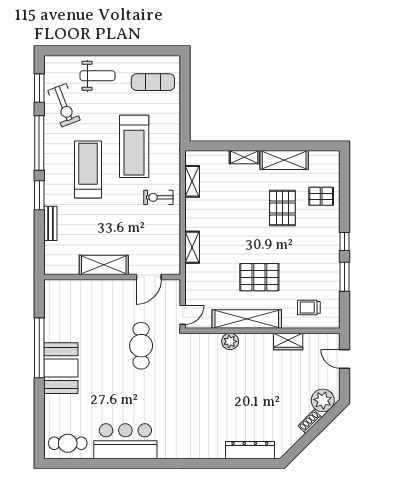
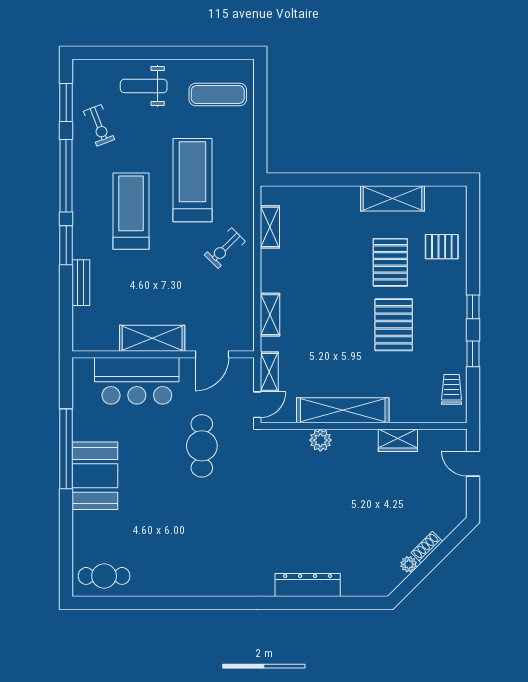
weight bench: (97, 76) -> (144, 86), turned 180
exercise bike: (64, 105) -> (99, 125), width x0.73, depth x0.72
treadmill: (134, 146) -> (193, 180), turned 180
shelving: (244, 157) -> (269, 372), moved, turned 90
exercise bike: (158, 197) -> (225, 248), turned -45
pallet: (259, 277) -> (394, 325), moved, turned 90
window: (344, 277) -> (473, 354), width x0.67
trolley: (309, 307) -> (452, 389), moved, turned 90
plant: (323, 400) -> (409, 564), moved, width x0.53, depth x0.53
bar counter: (125, 441) -> (137, 381), moved, turned 180
dresser: (250, 450) -> (308, 585), moved

